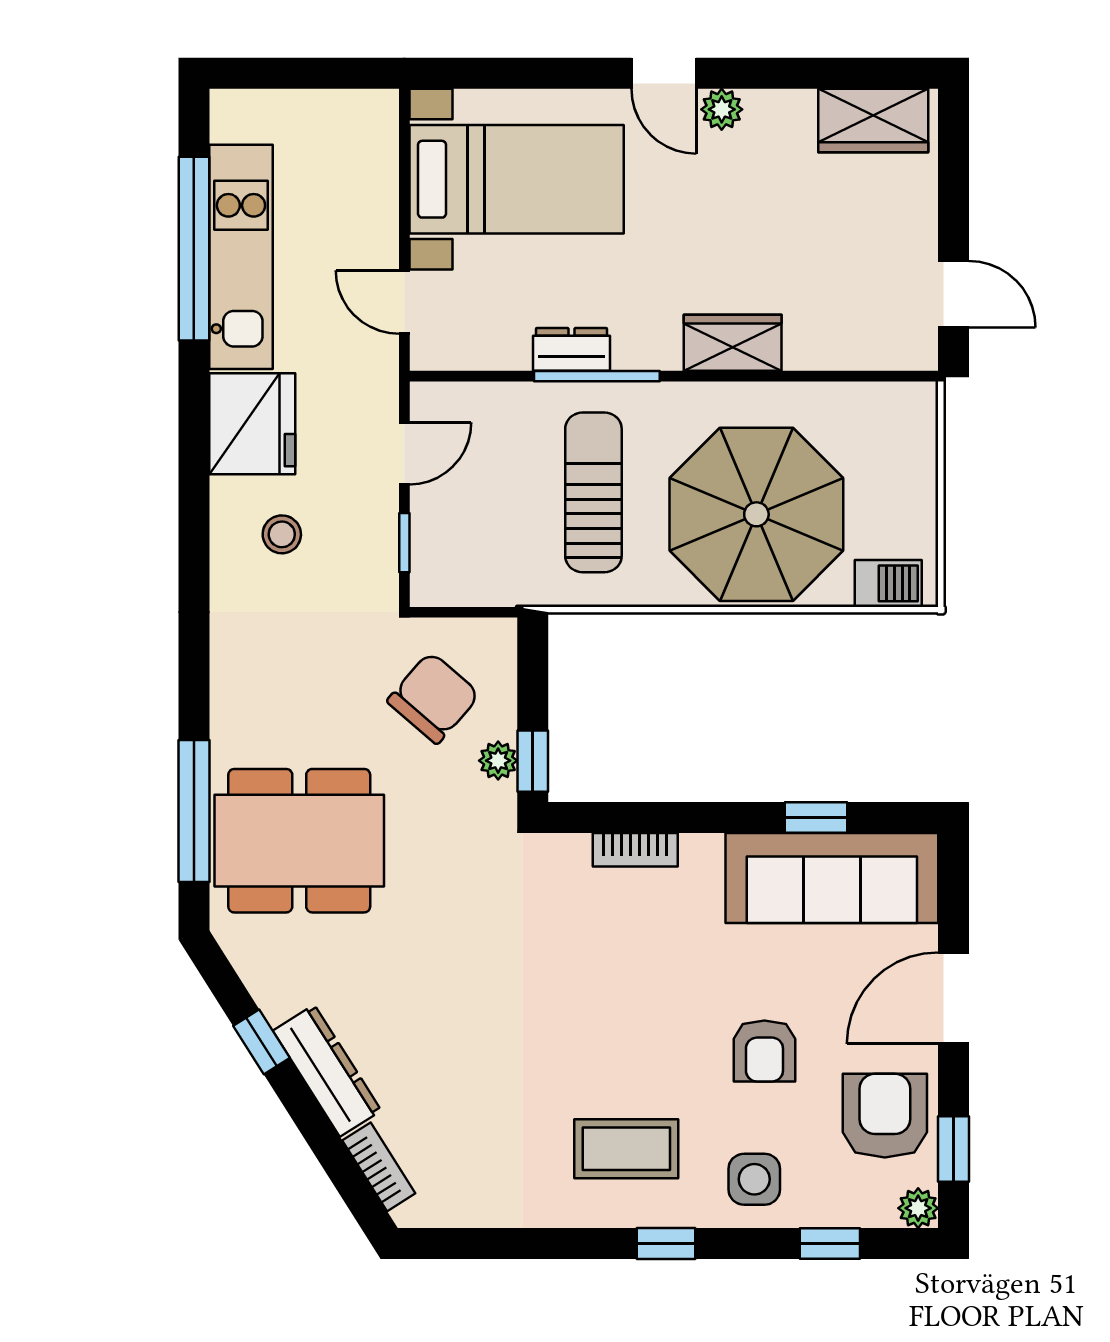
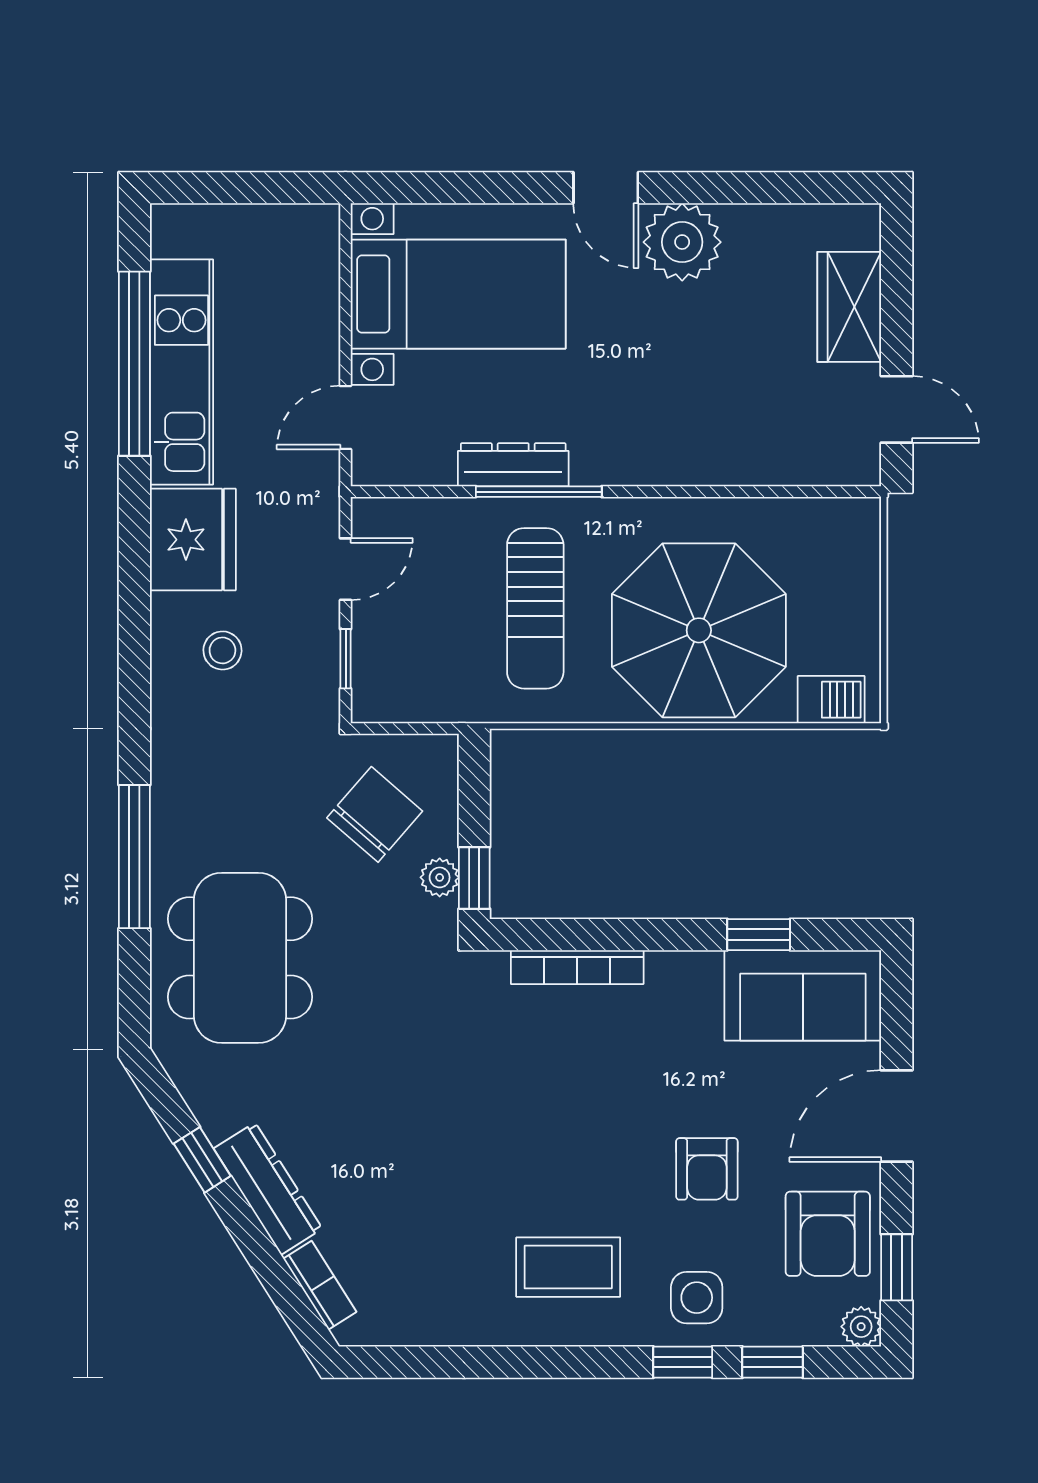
plant: (722, 109) -> (682, 242), width x1.88, depth x1.88
wardrobe: (873, 121) -> (849, 307), moved, turned 90
door: (404, 302) -> (346, 417), hinge flipped
wardrobe: (733, 343) -> (675, 458), removed
dresser: (571, 349) -> (513, 465), width x1.44
sun lounger: (593, 492) -> (535, 608), turned 180
window: (194, 811) -> (134, 857), moved
dining table: (299, 841) -> (240, 958), turned 90
bookcase: (635, 850) -> (577, 967), width x1.56
sofa: (832, 878) -> (803, 995), width x0.73
armchair: (885, 1116) -> (828, 1234), turned 180
window: (666, 1243) -> (683, 1362), moved

